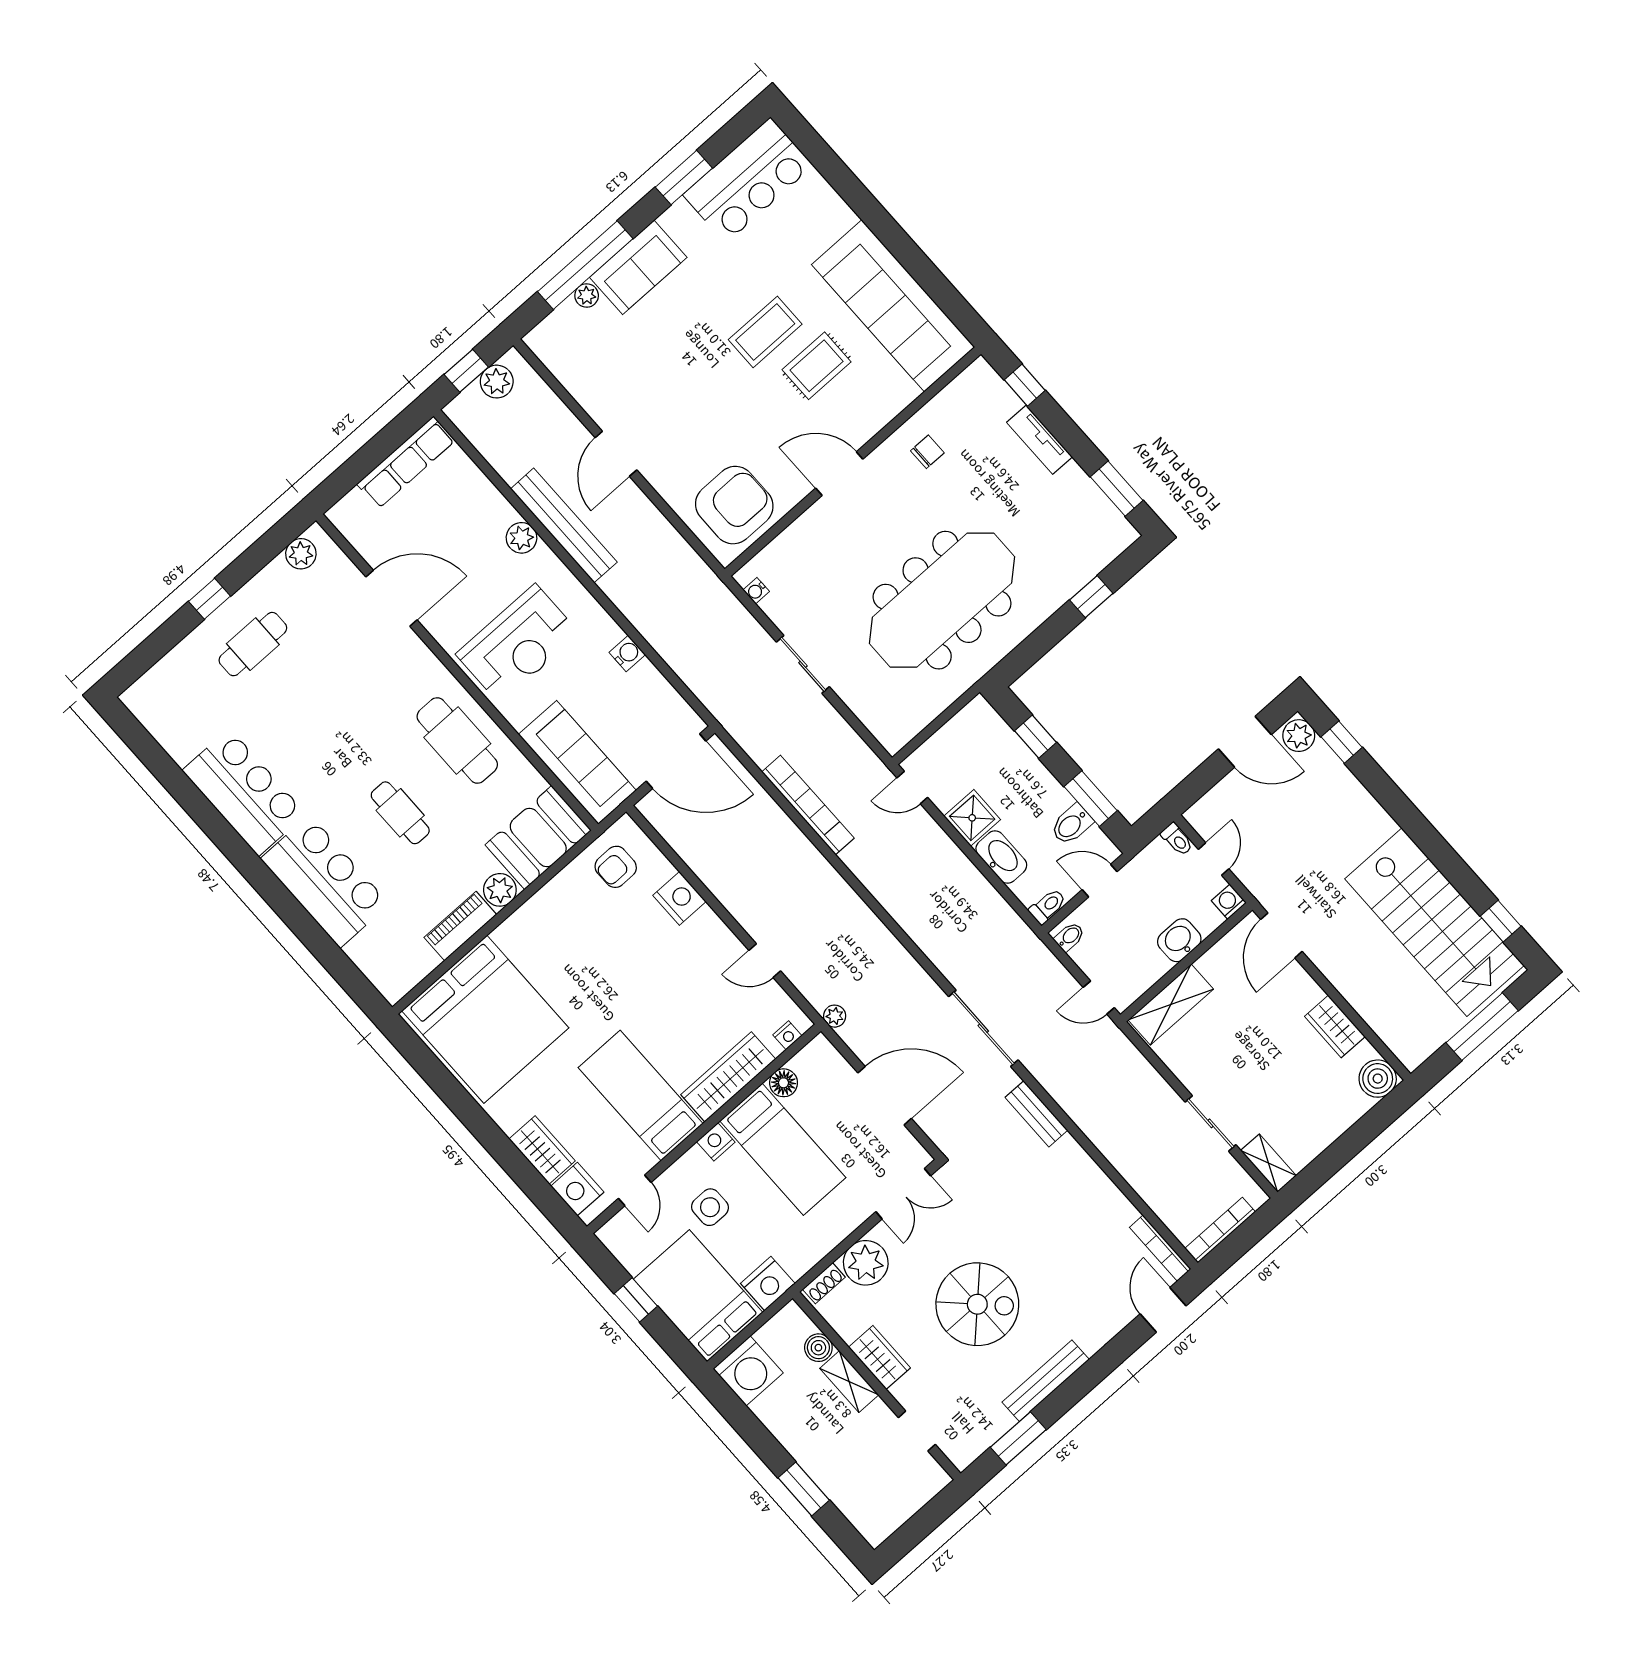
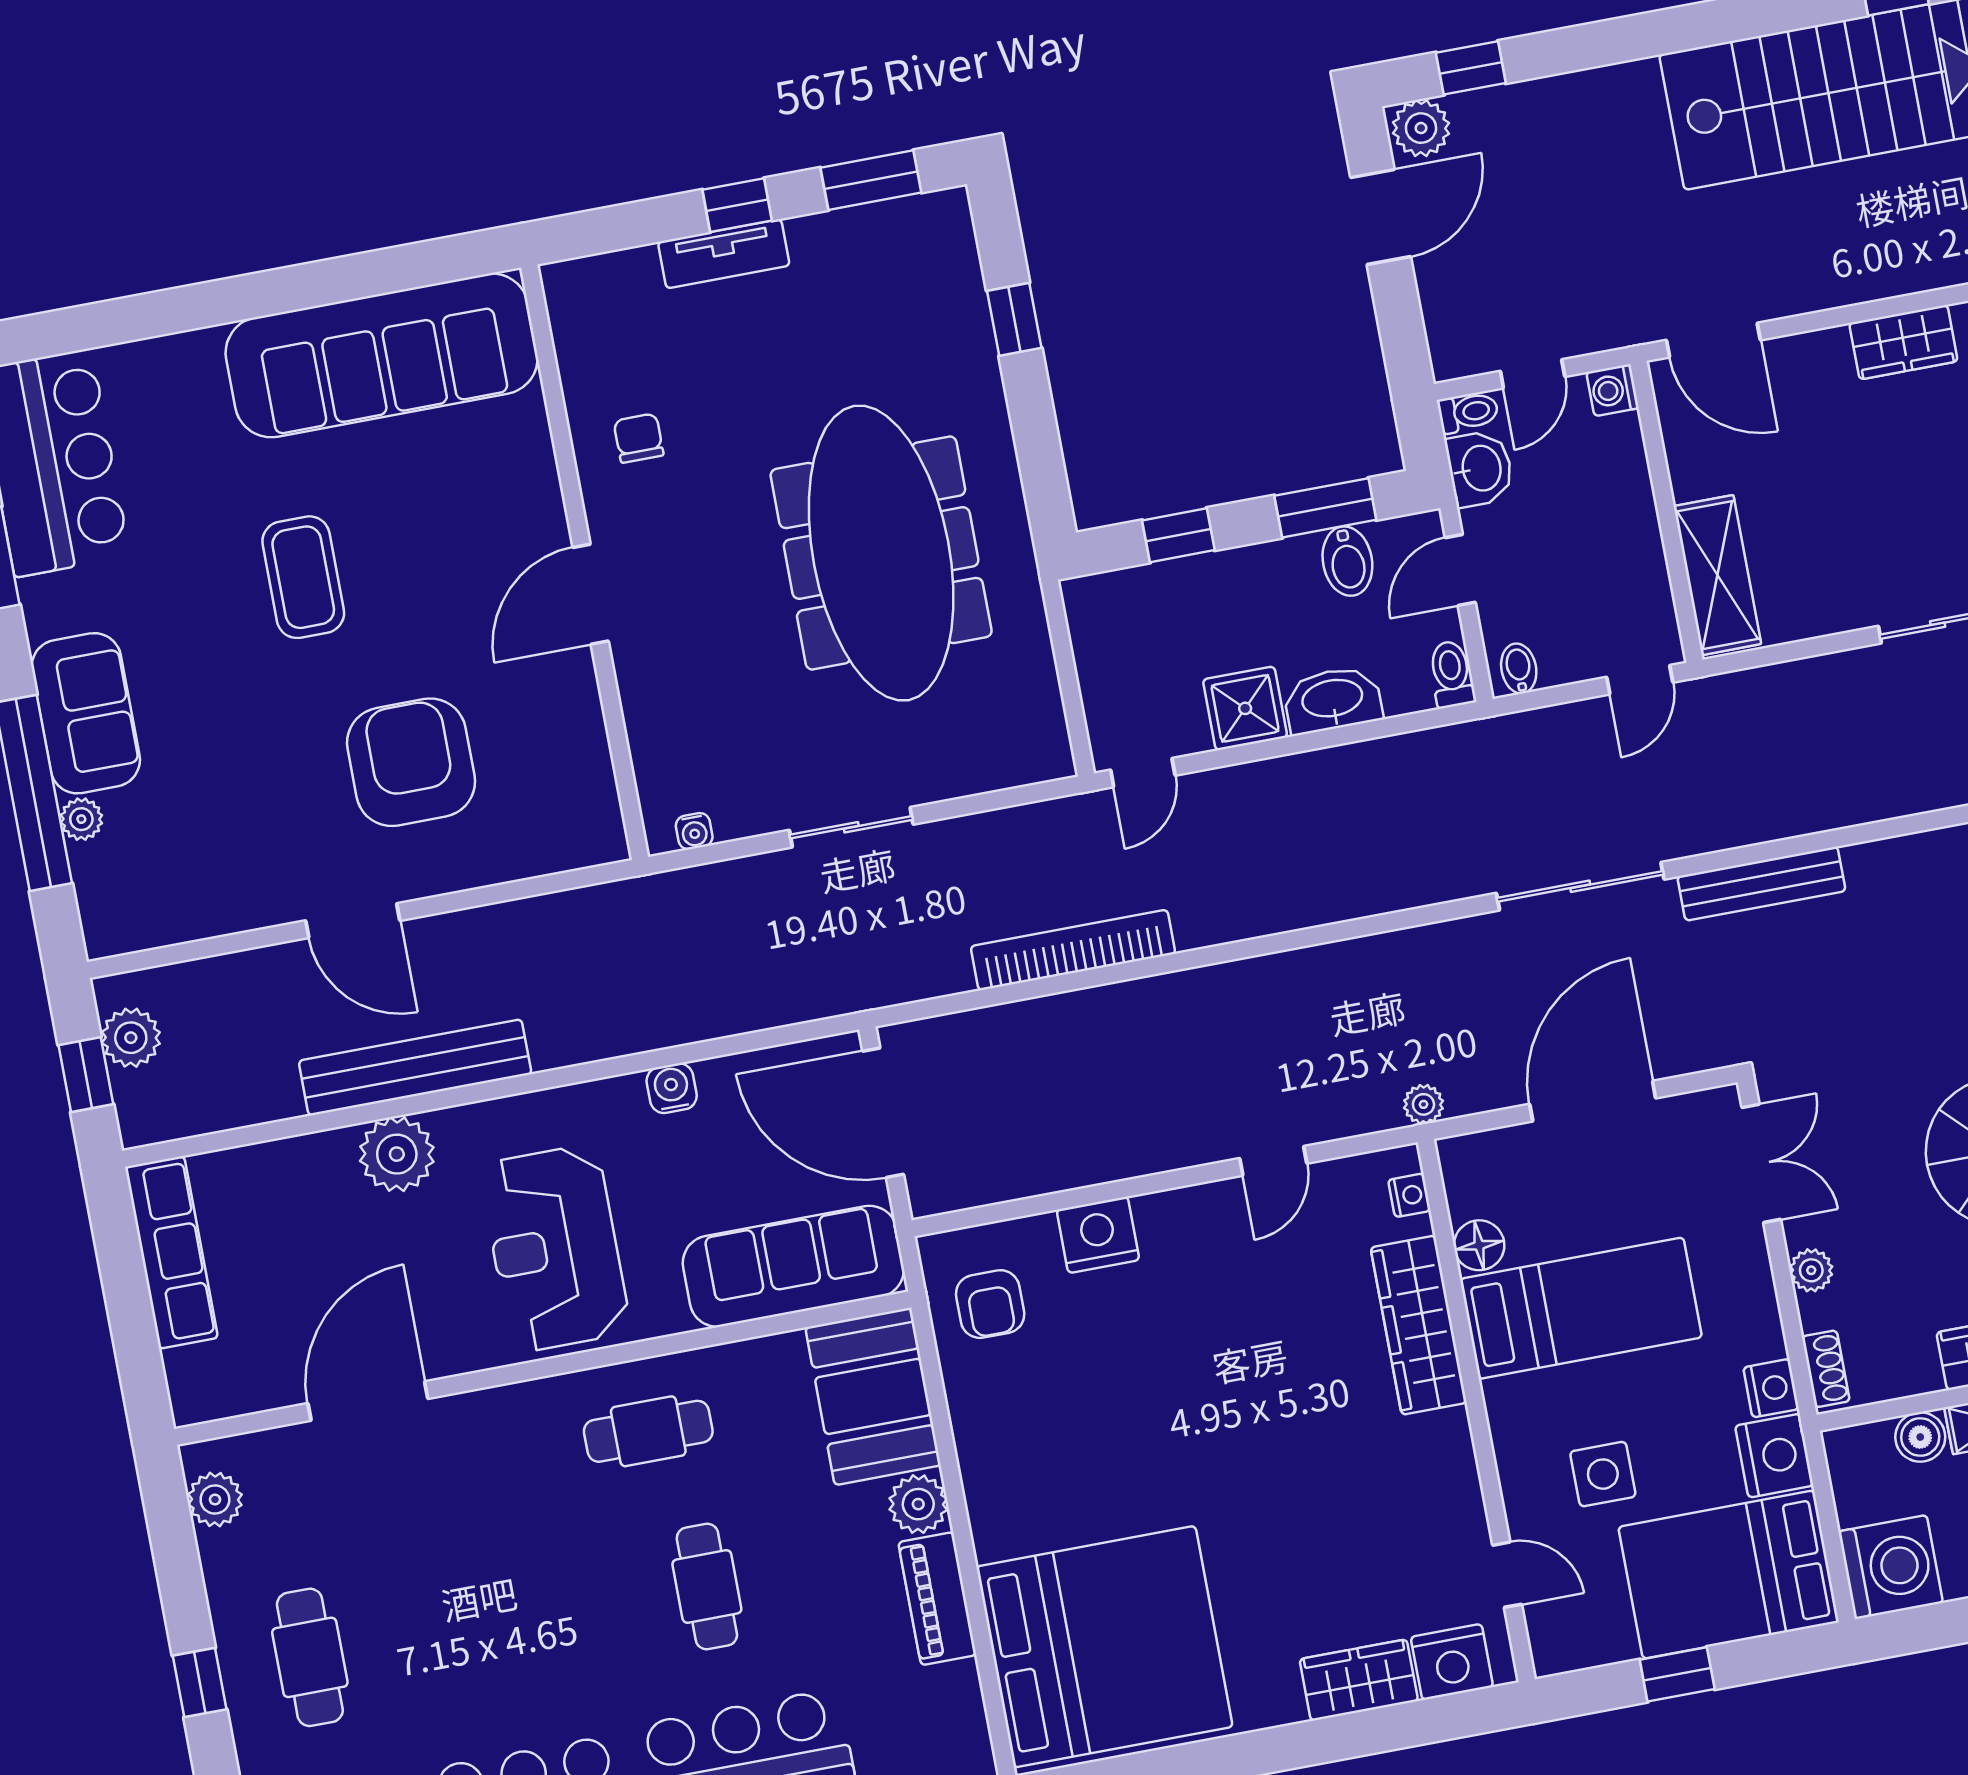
rug: (817, 366) -> (403, 529), removed
window: (1025, 385) -> (737, 205), moved
armchair: (734, 505) -> (411, 762), moved
plant: (521, 538) -> (397, 1154), width x1.36, depth x1.36
reception desk: (518, 644) -> (555, 1248), turned 180
cafe table: (457, 740) -> (648, 1431), width x0.73, depth x0.74
door: (676, 761) -> (883, 1113), swing flipped
cafe table: (400, 813) -> (707, 1586), turned 90
door: (1214, 859) -> (1533, 374), swing flipped
washbasin: (1179, 940) -> (1480, 468), moved, turned 180
bed: (641, 1096) -> (1366, 1478), removed
bench: (1036, 1114) -> (1761, 884), width x1.36
nightstand: (716, 1142) -> (1771, 1388), moved, turned 180
plant: (866, 1263) -> (1811, 1270), width x0.53, depth x0.53

